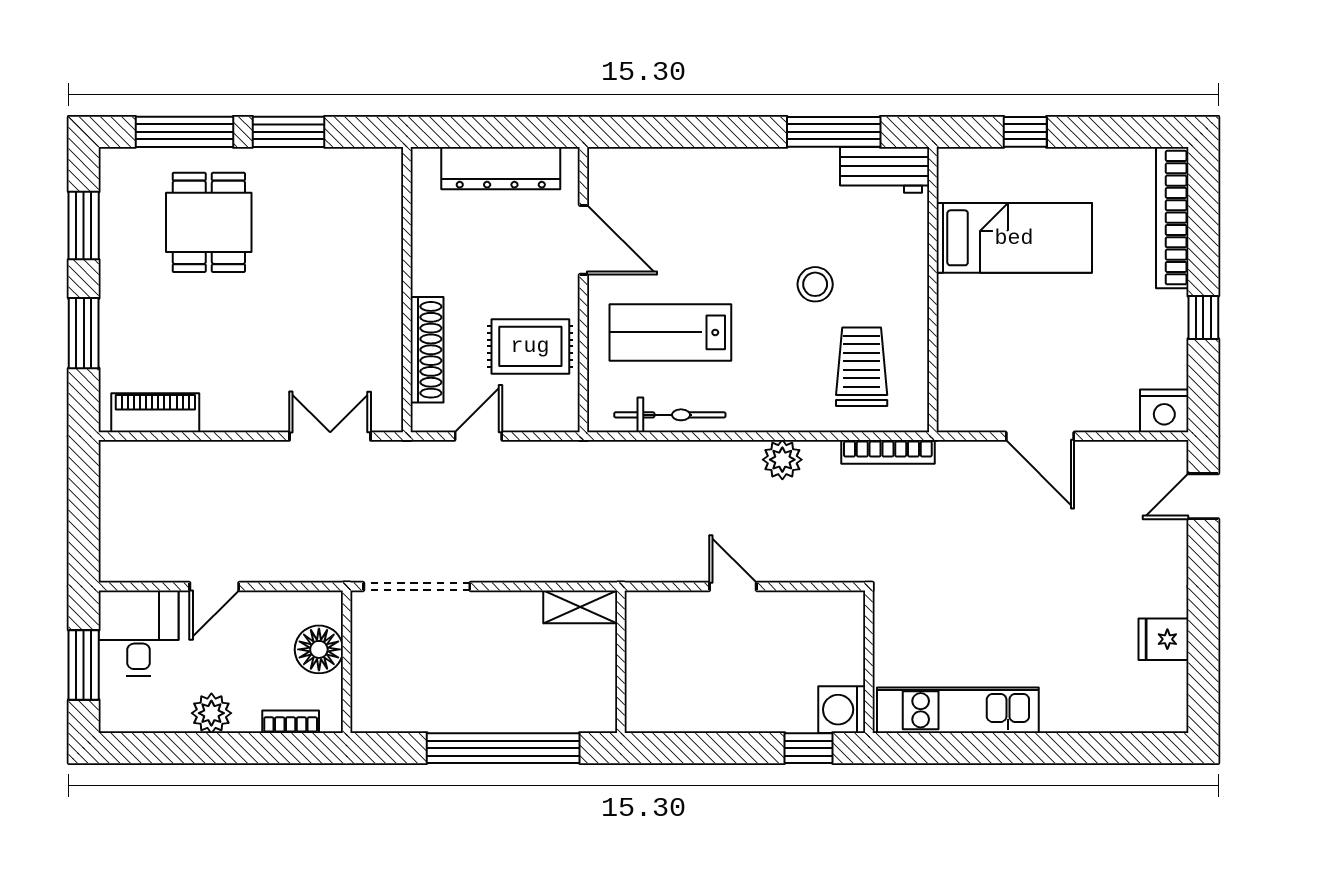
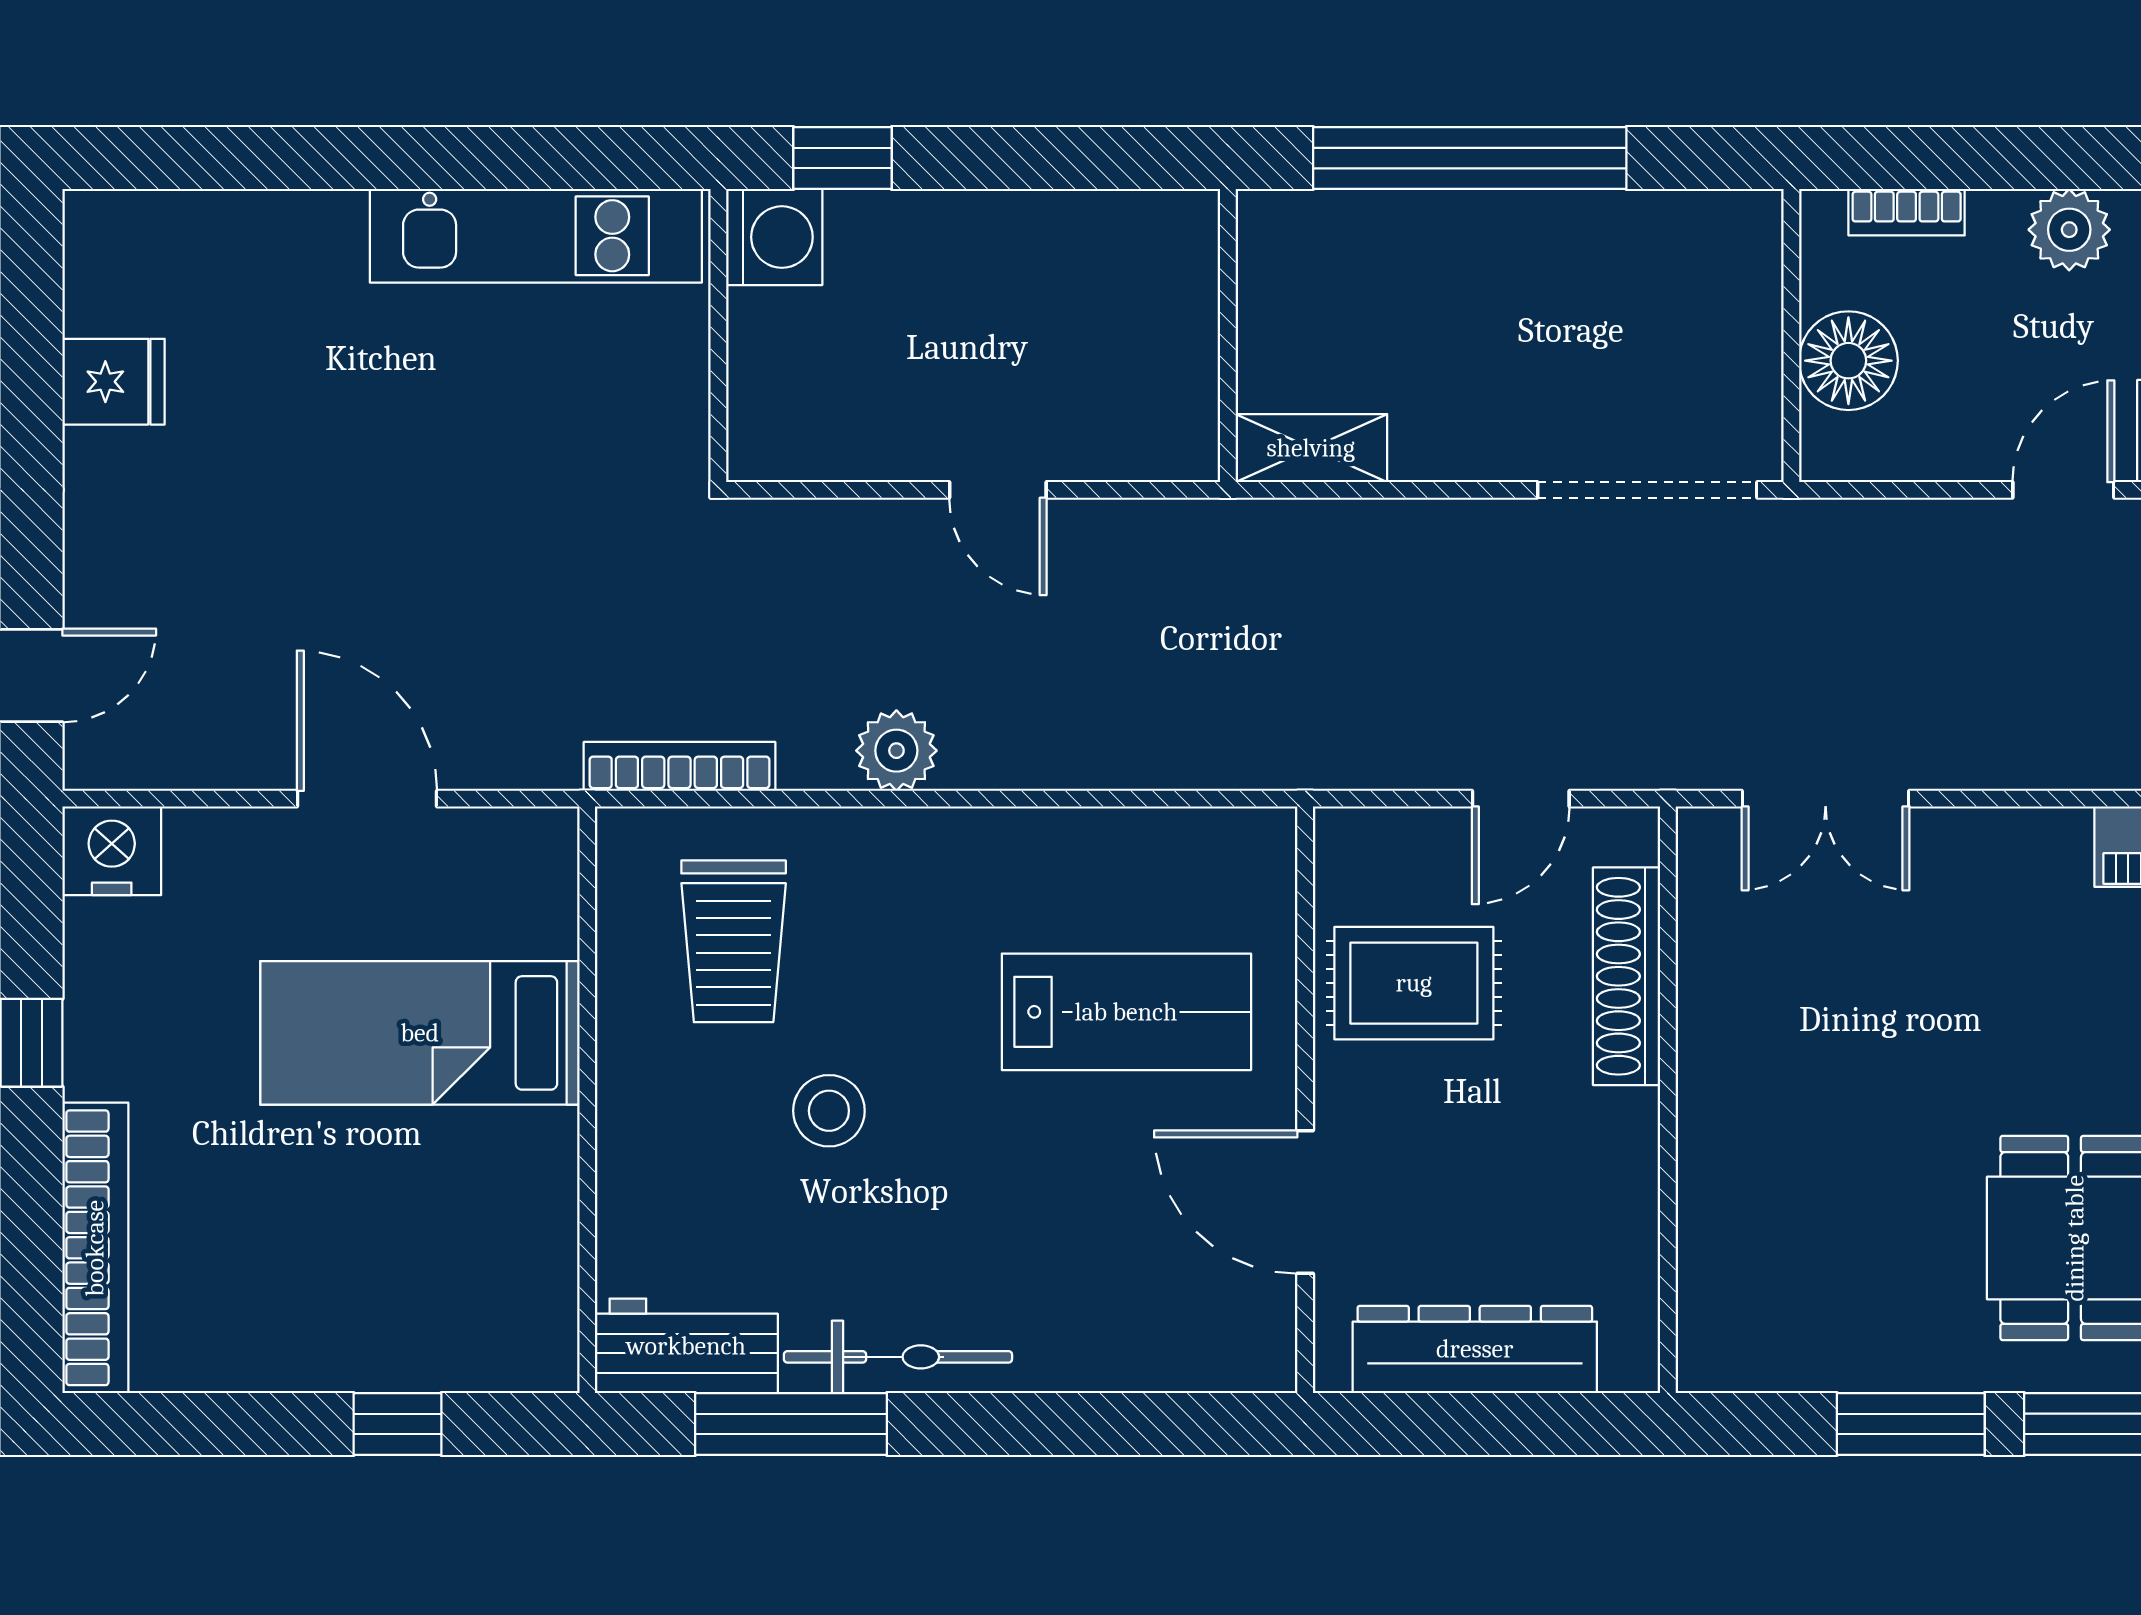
bed: (1014, 238) -> (420, 1033), moved
bicycle: (670, 415) -> (898, 1357), moved, turned 180

